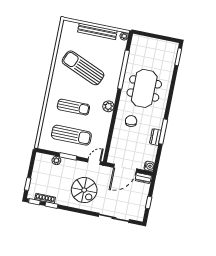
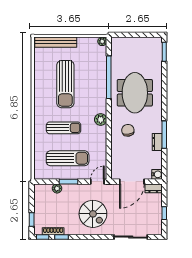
bench: (97, 31) -> (56, 42), moved
sun lounger: (83, 68) -> (65, 84), turned -113

